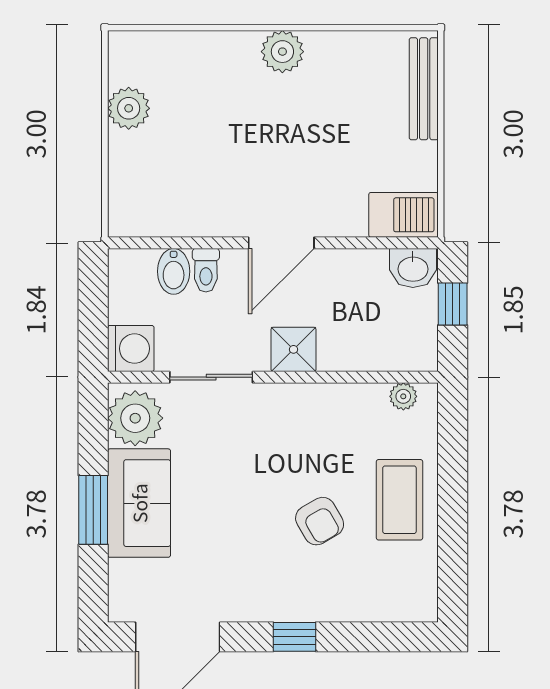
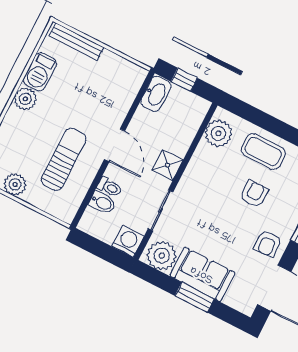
sun lounger: (213, 169) -> (64, 159), added
barbecue: (403, 215) -> (40, 72), moved, turned 180
washbasin: (413, 268) -> (156, 94), width x1.38
plant: (403, 396) -> (218, 133), width x1.88, depth x1.88
armchair: (320, 521) -> (254, 194), turned -60
armchair: (248, 587) -> (268, 243), added

